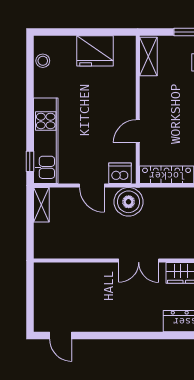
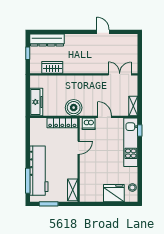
fridge: (95, 51) -> (114, 193), moved
boiler: (129, 202) -> (74, 108), moved
double door: (139, 260) -> (120, 74), moved
door: (61, 335) -> (103, 32), moved

